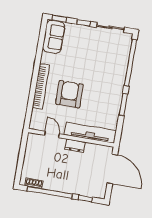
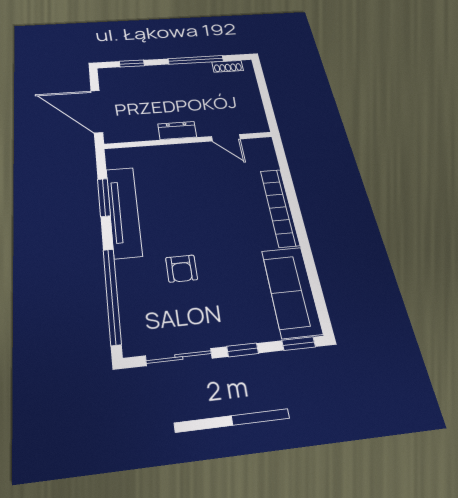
sofa: (54, 37) -> (292, 291), width x1.36
armchair: (69, 94) -> (182, 269), moved, width x0.53, depth x0.53
window: (123, 104) -> (104, 197), moved
tv unit: (90, 133) -> (124, 212), moved, turned -90
window: (50, 192) -> (196, 60), width x0.68

